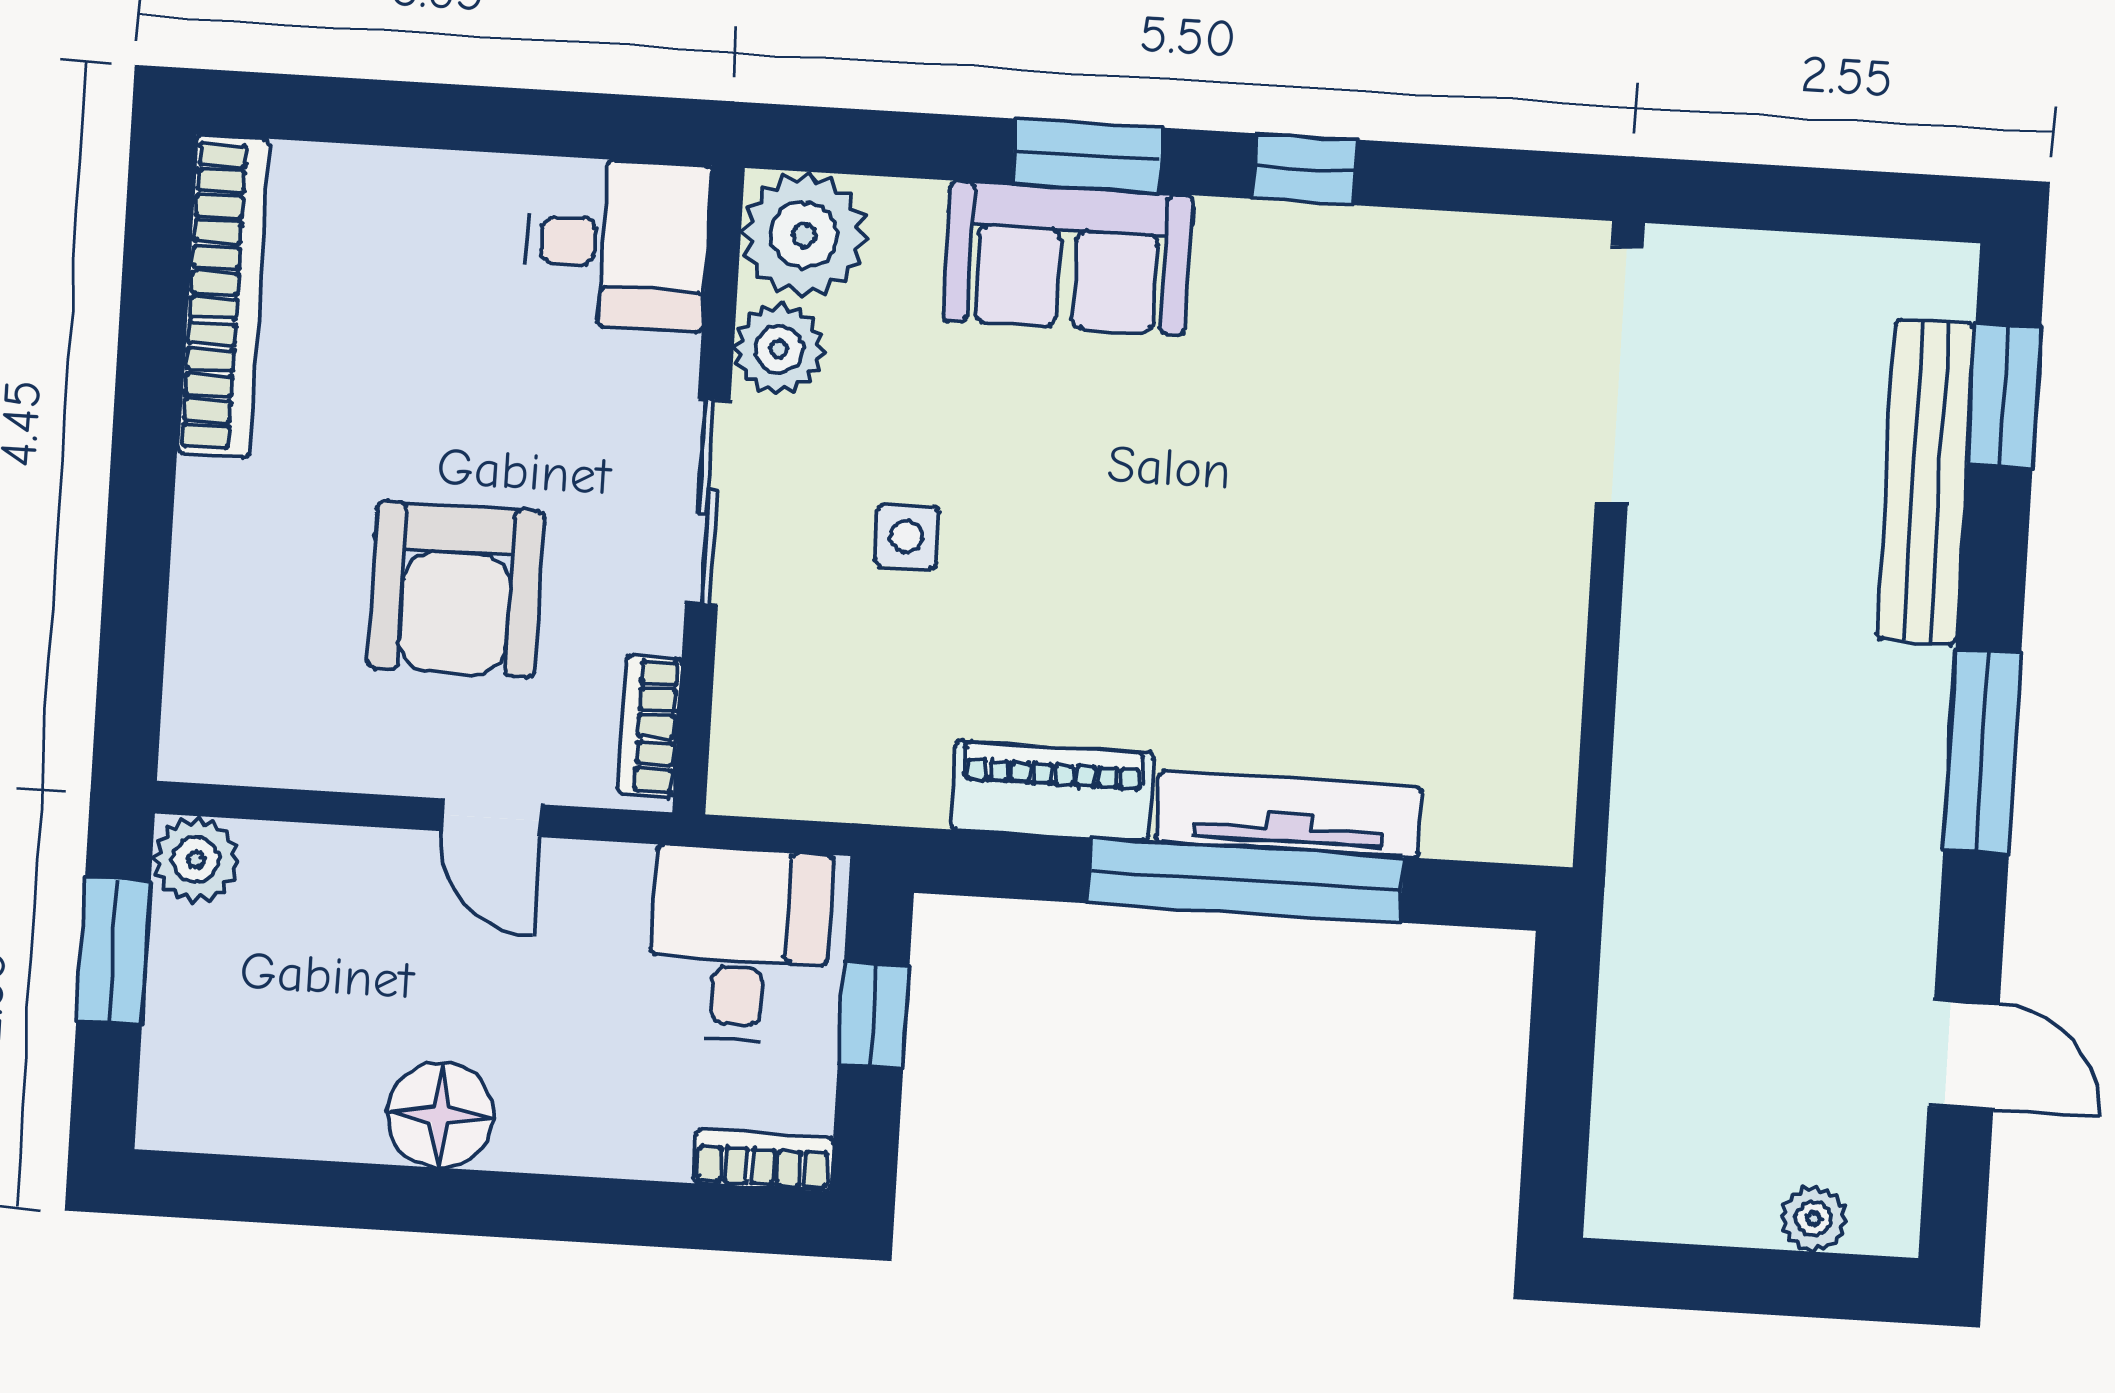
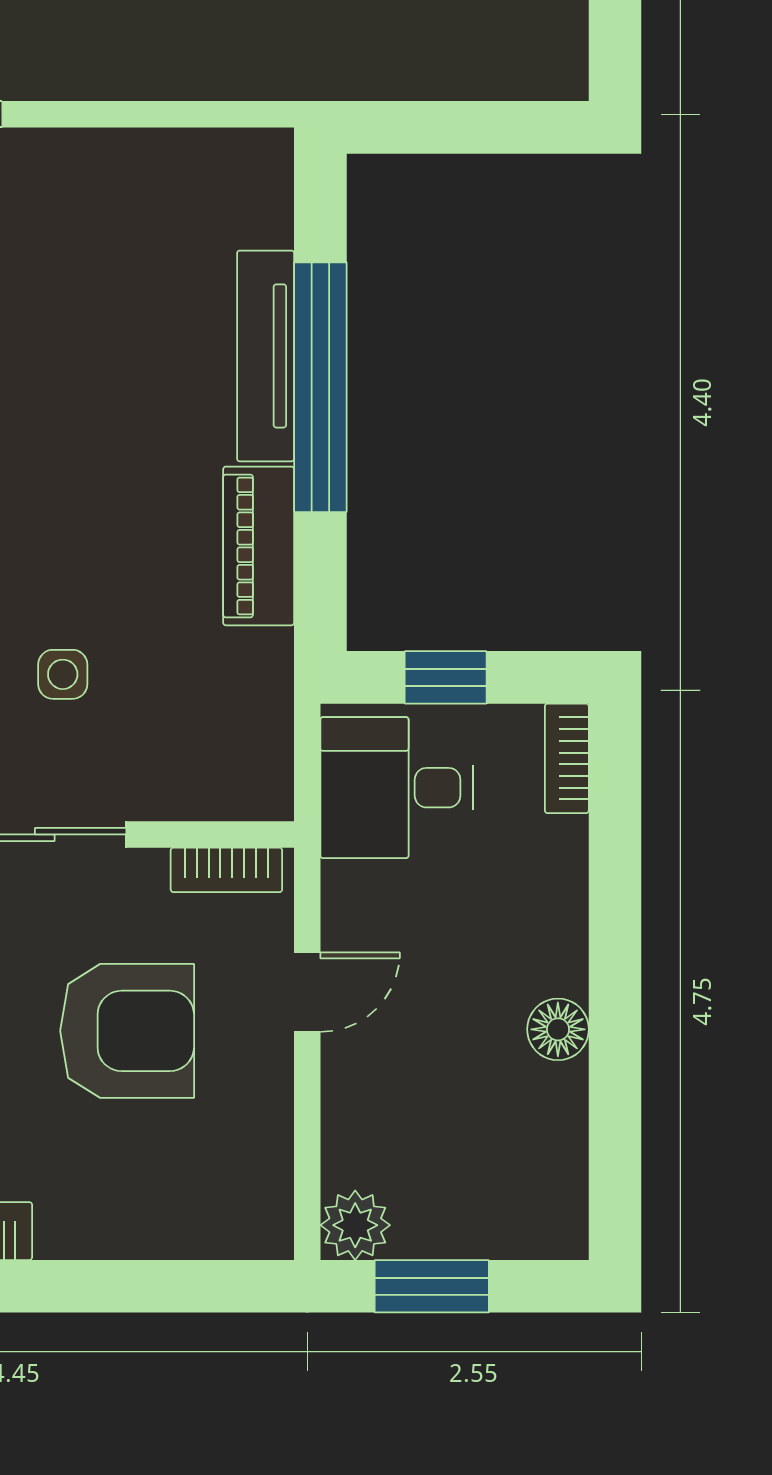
floor lamp: (440, 1115) -> (558, 1029), width x0.73, depth x0.73

